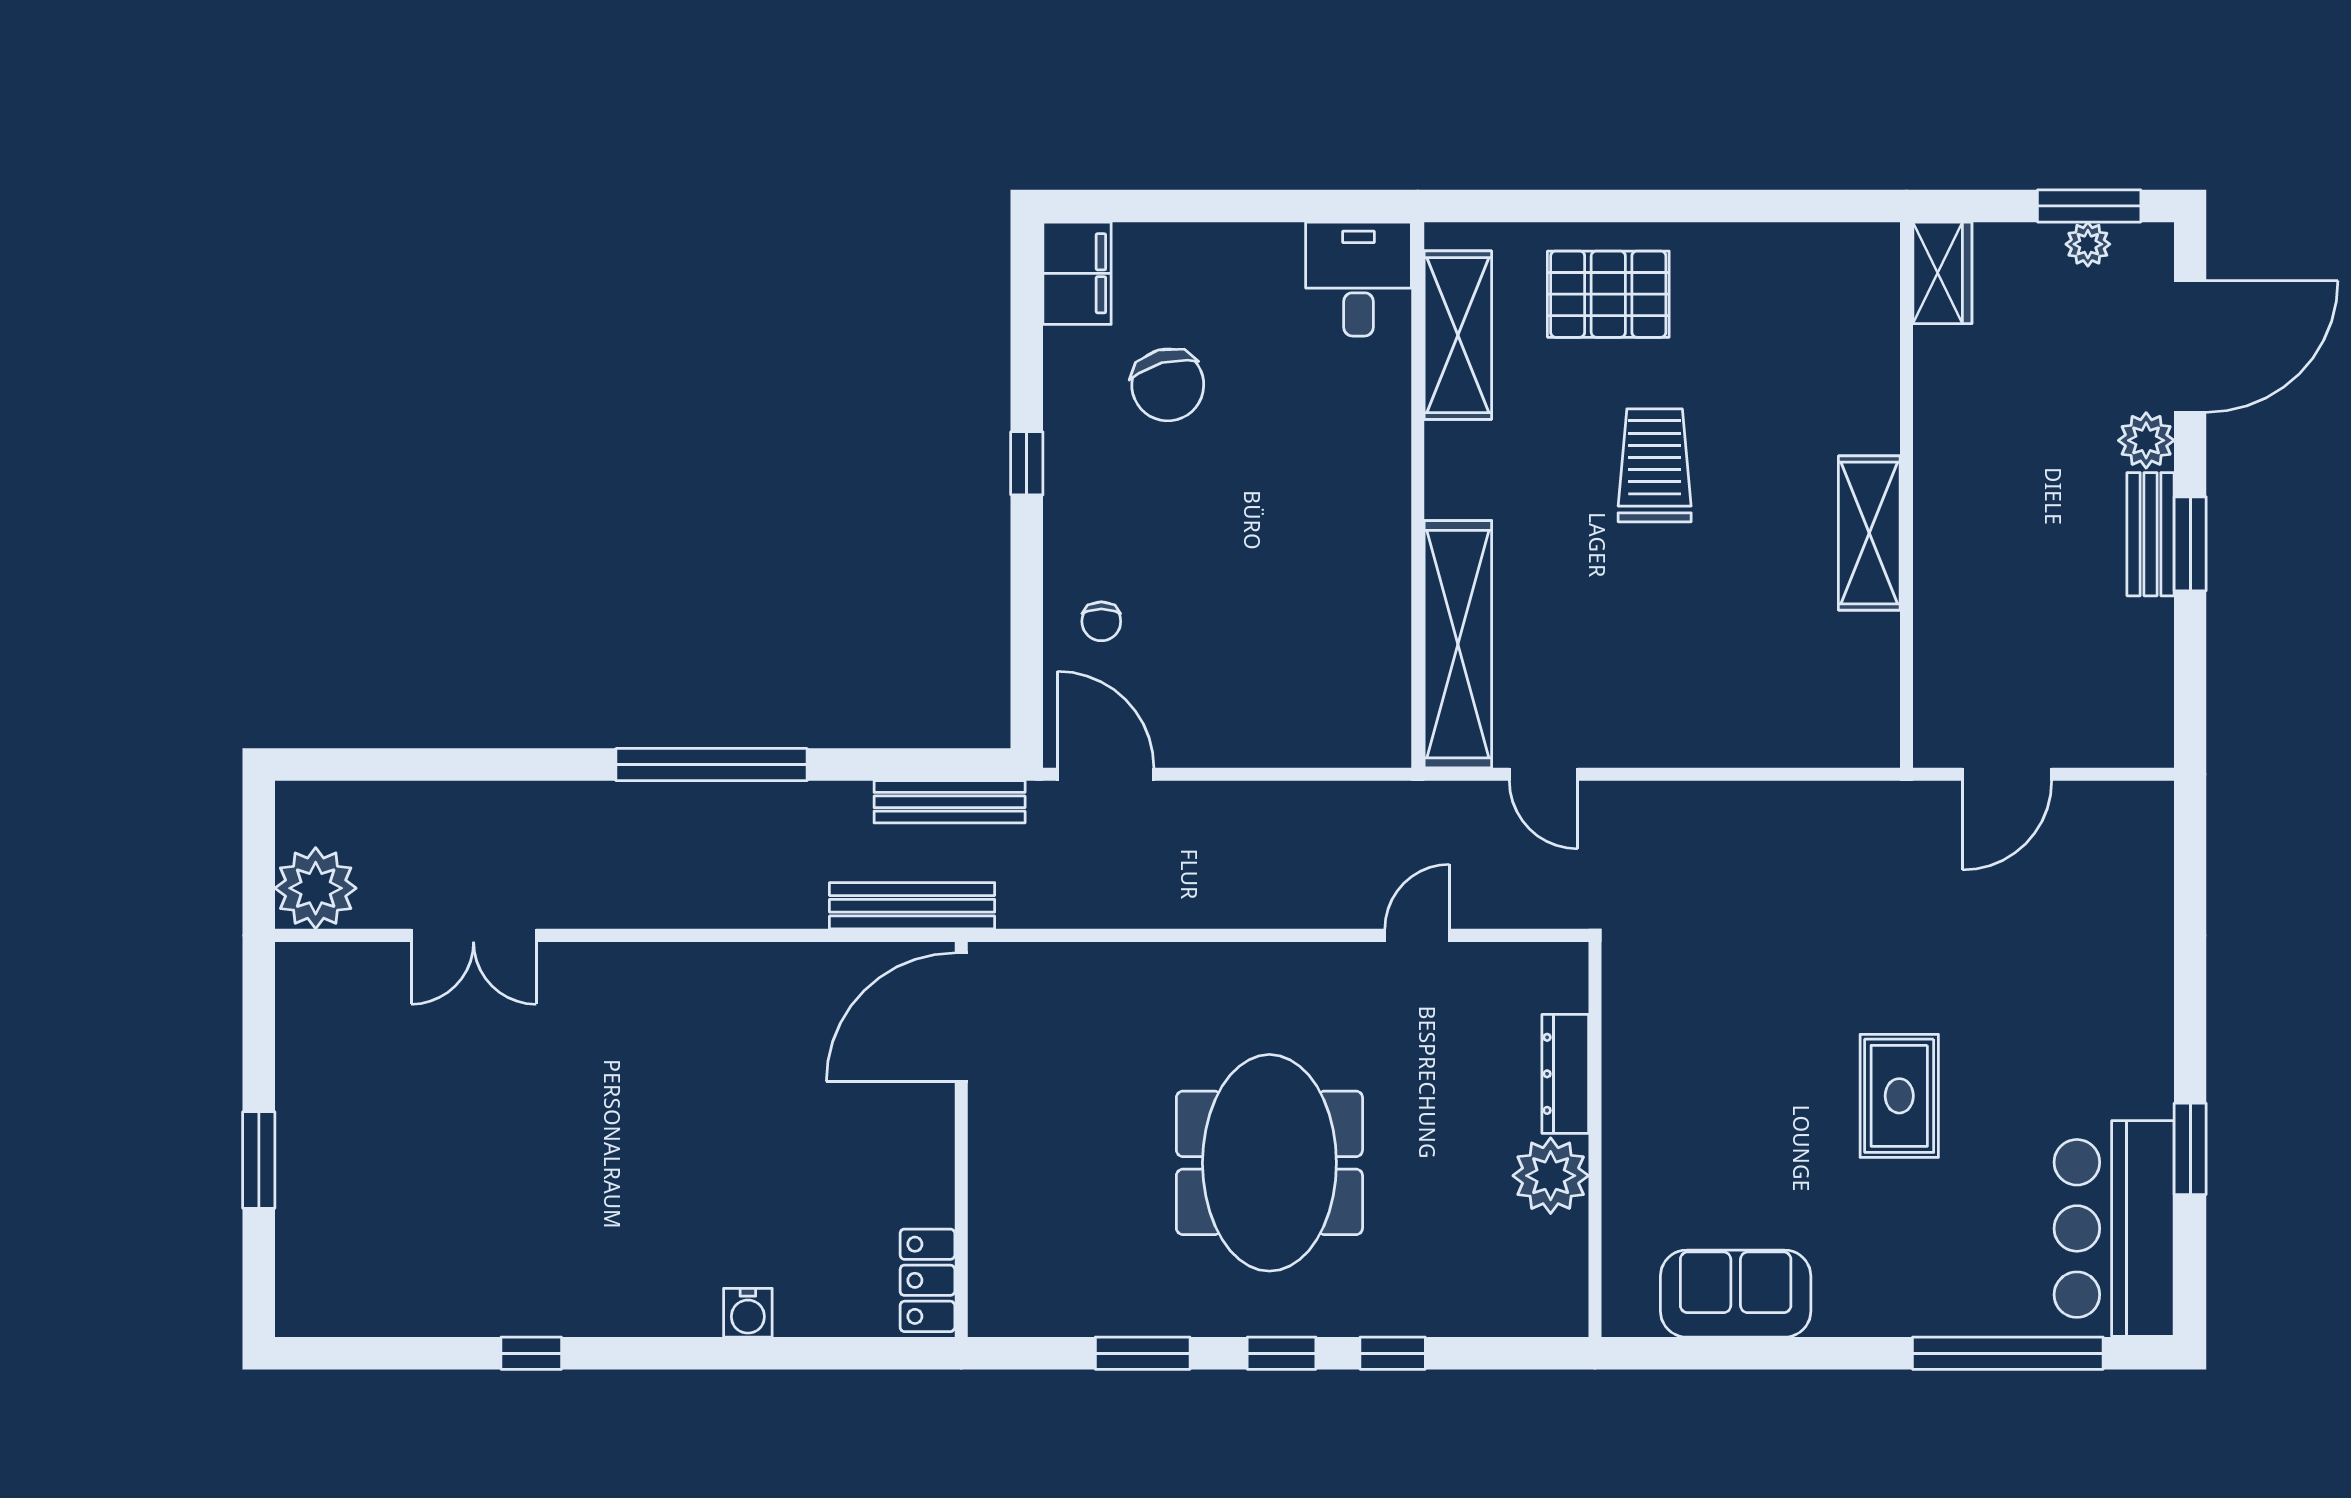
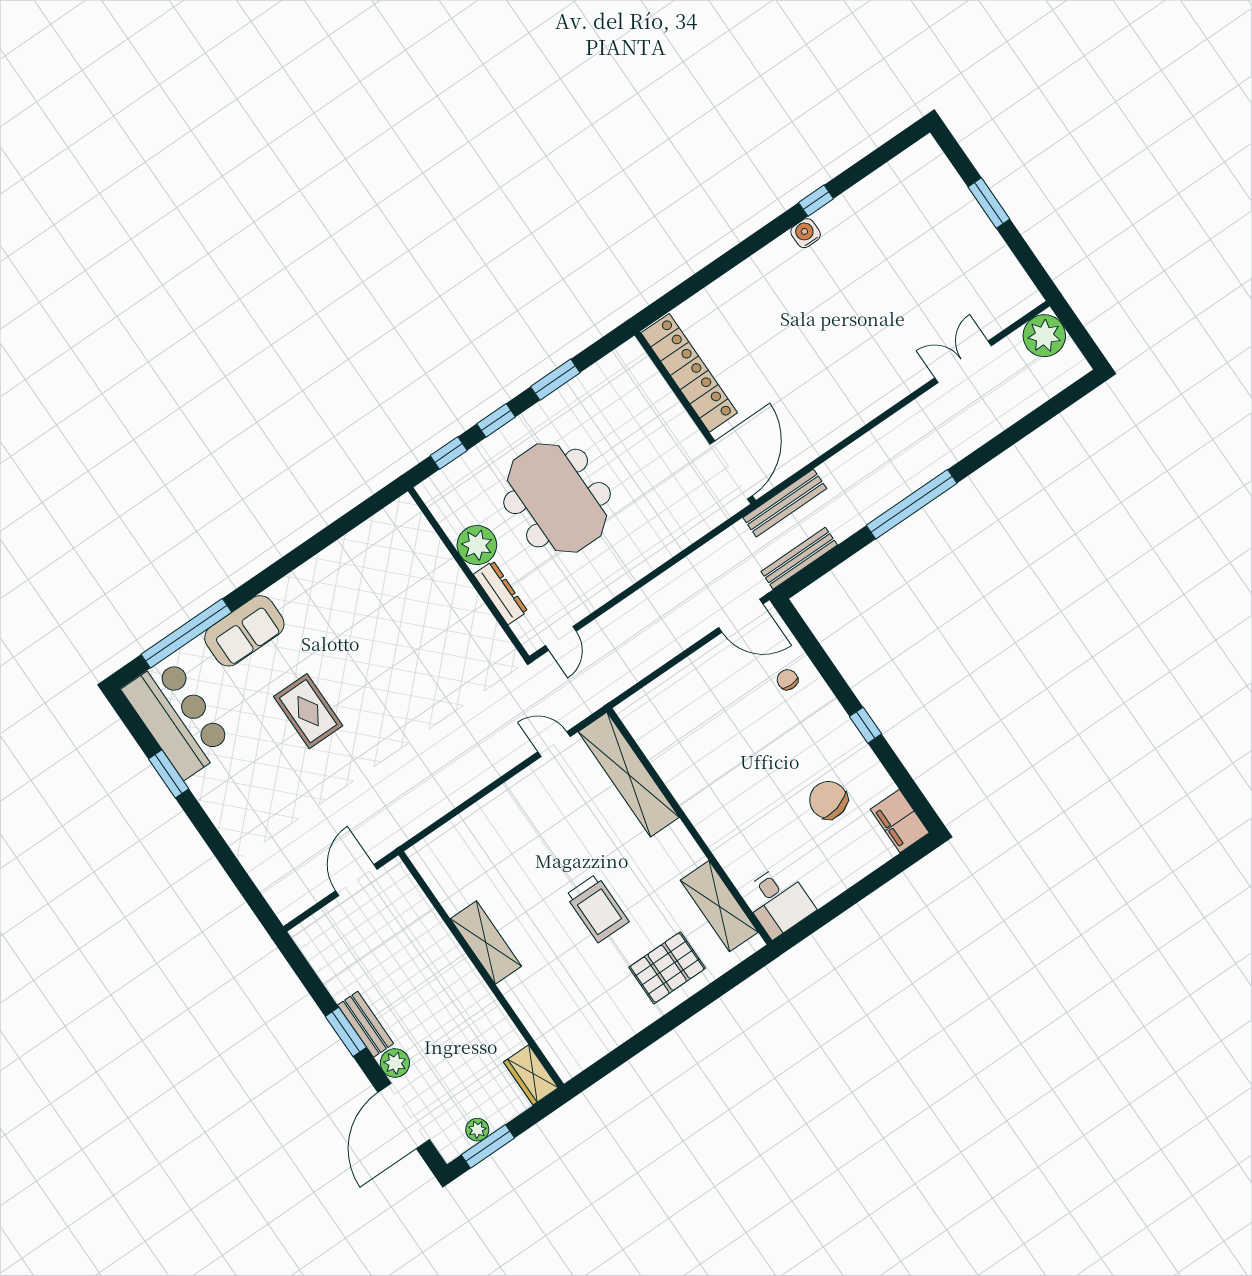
dresser: (1565, 1074) -> (500, 593), moved
wall: (1595, 1139) -> (469, 574), moved
plant: (1551, 1176) -> (477, 545), moved
locker: (927, 1280) -> (689, 373), width x2.16, depth x1.21
sofa: (1736, 1294) -> (244, 631), moved
water cooler: (748, 1313) -> (806, 233), moved

